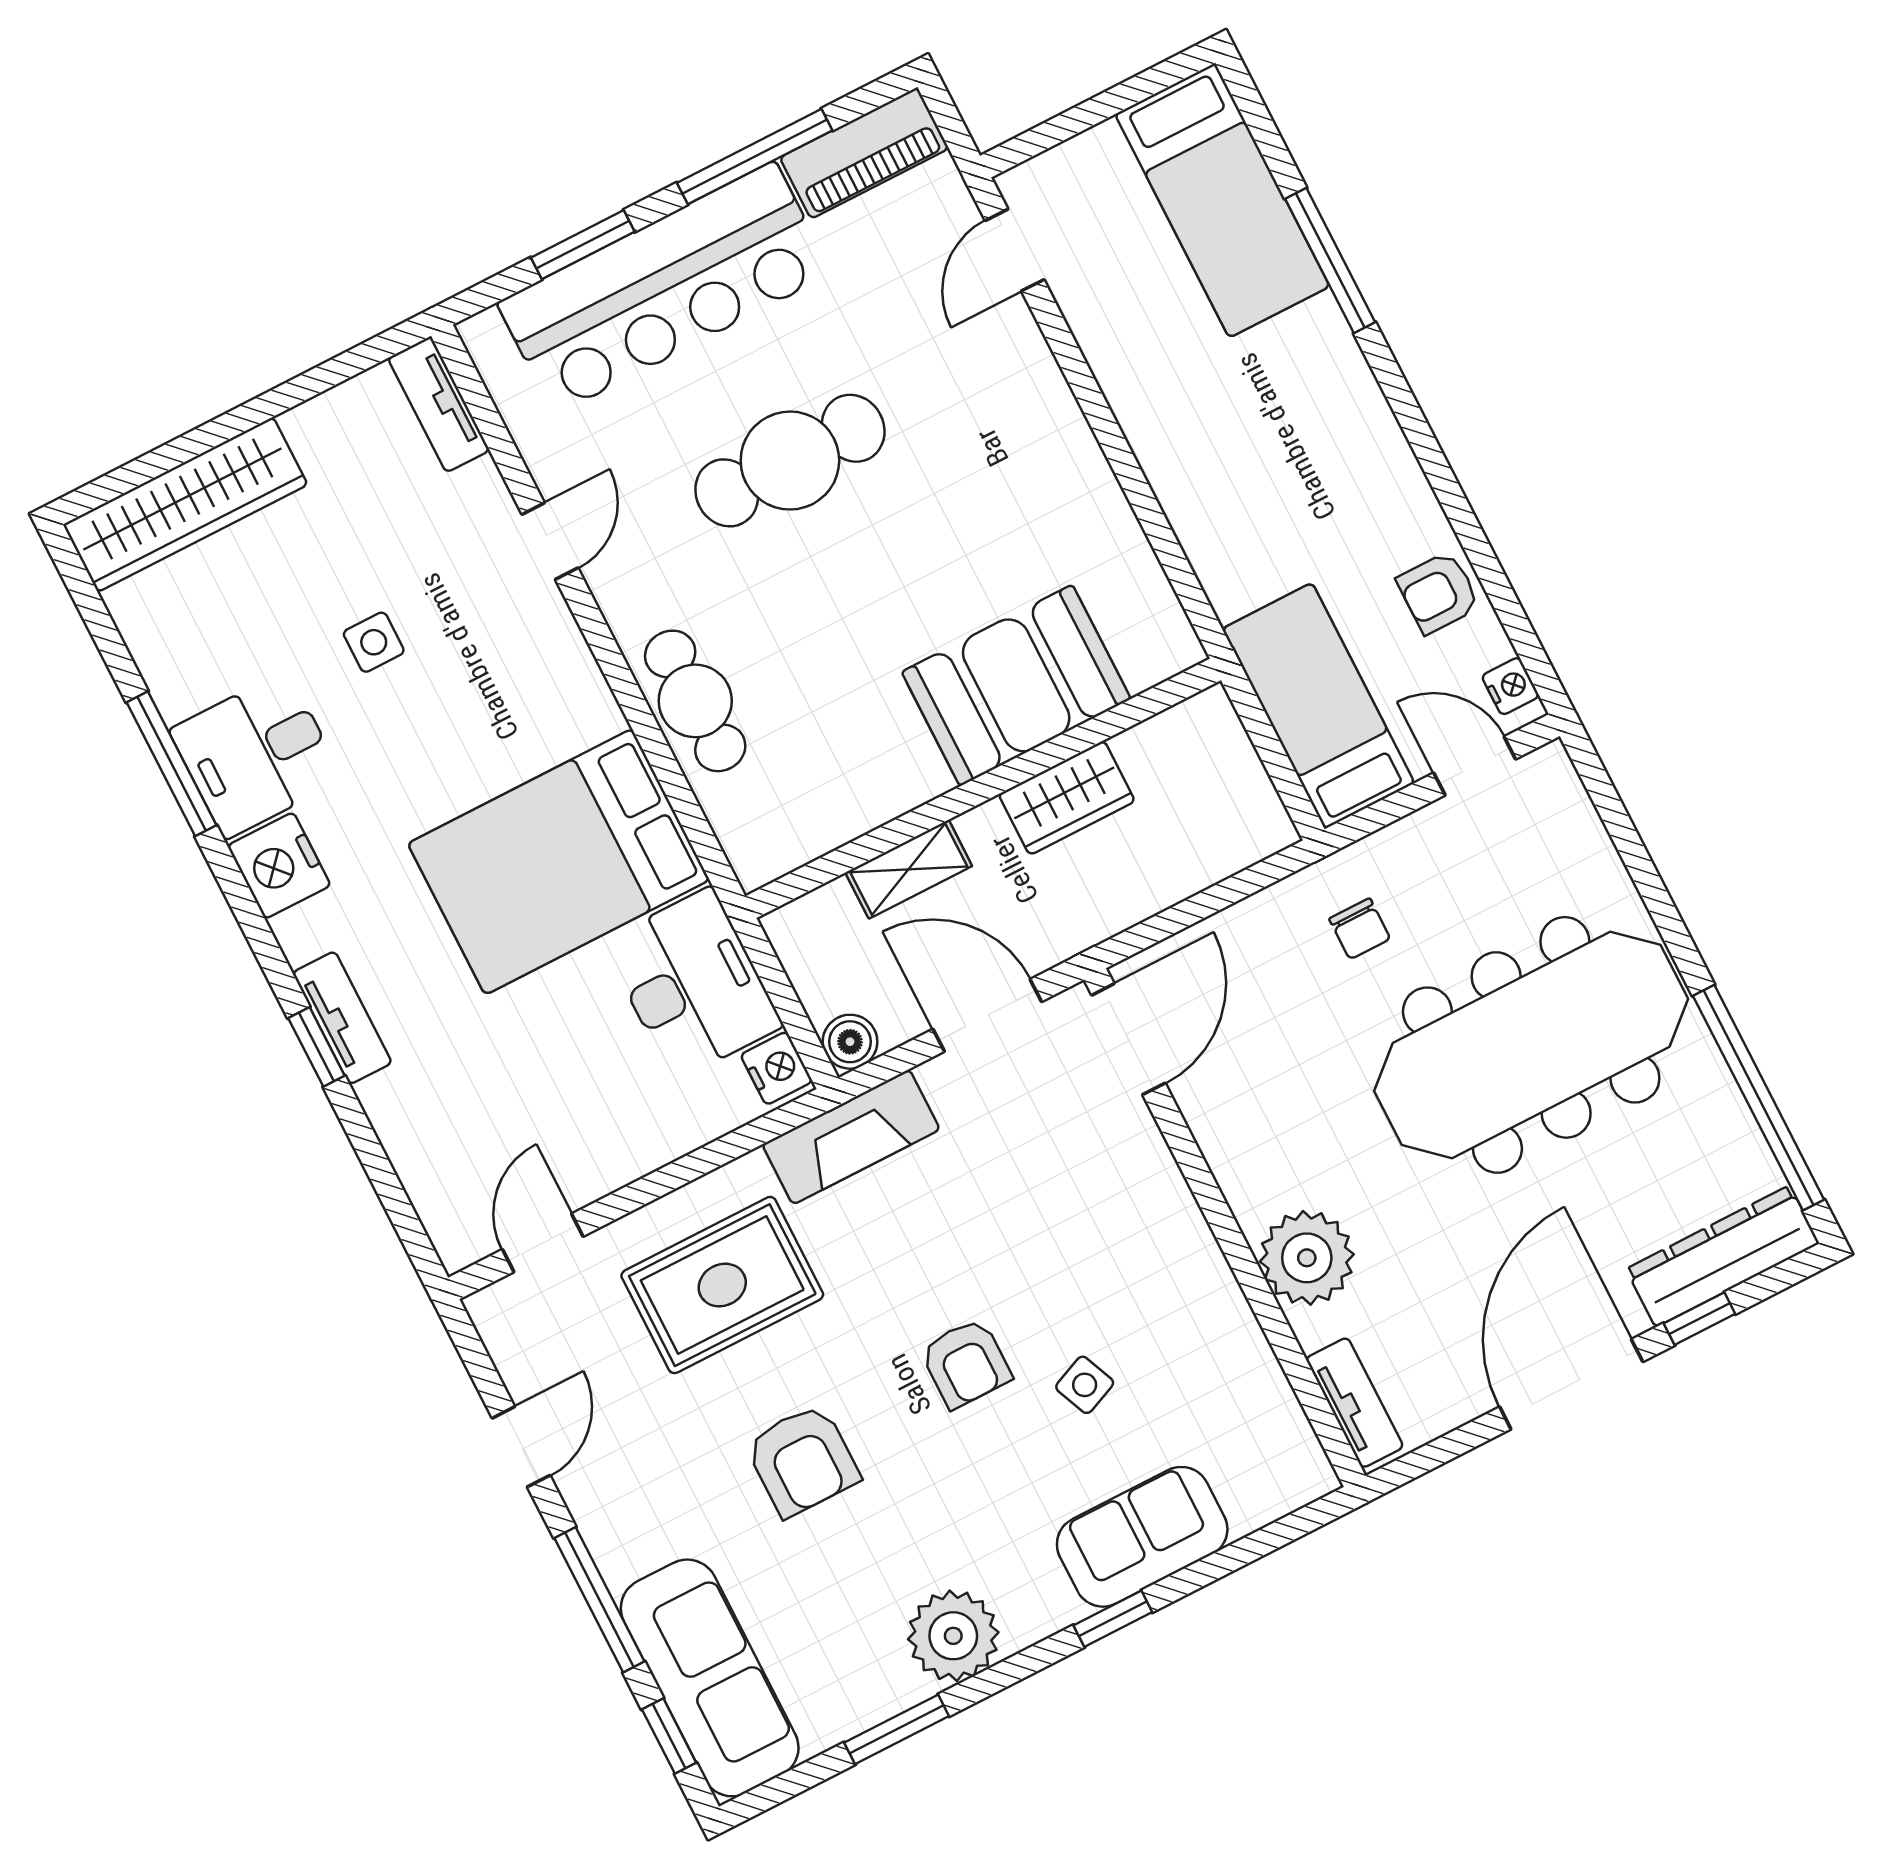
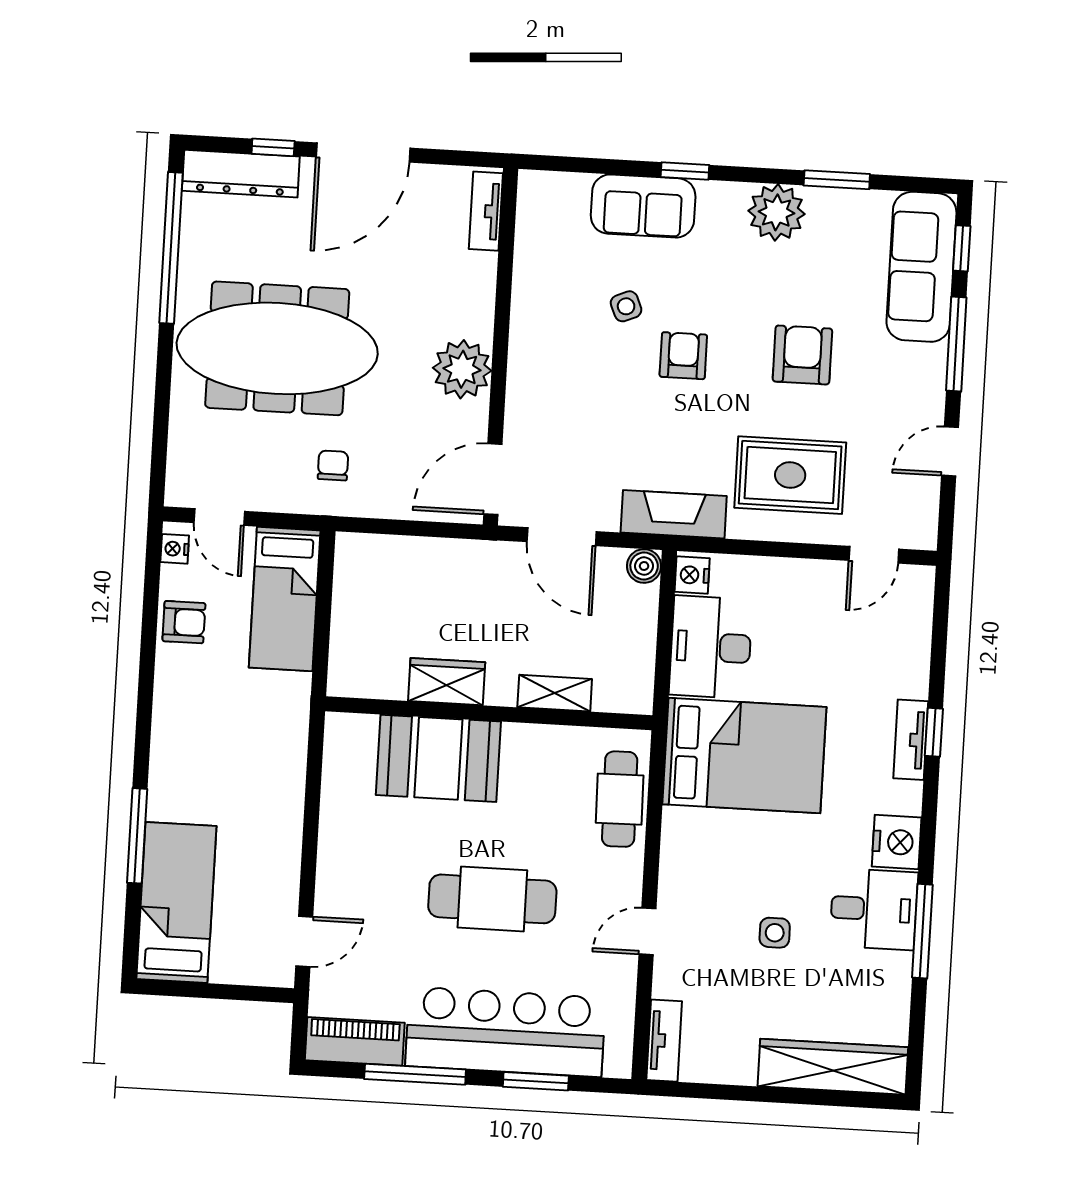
booth: (1016, 685) -> (438, 758), moved
wall: (983, 788) -> (489, 713), moved
wardrobe: (1067, 798) -> (447, 682), moved
shelving: (909, 869) -> (555, 693), moved
plant: (1307, 1258) -> (462, 369), moved

